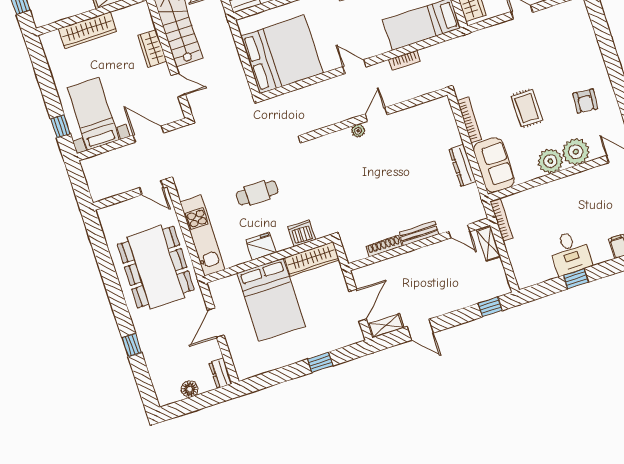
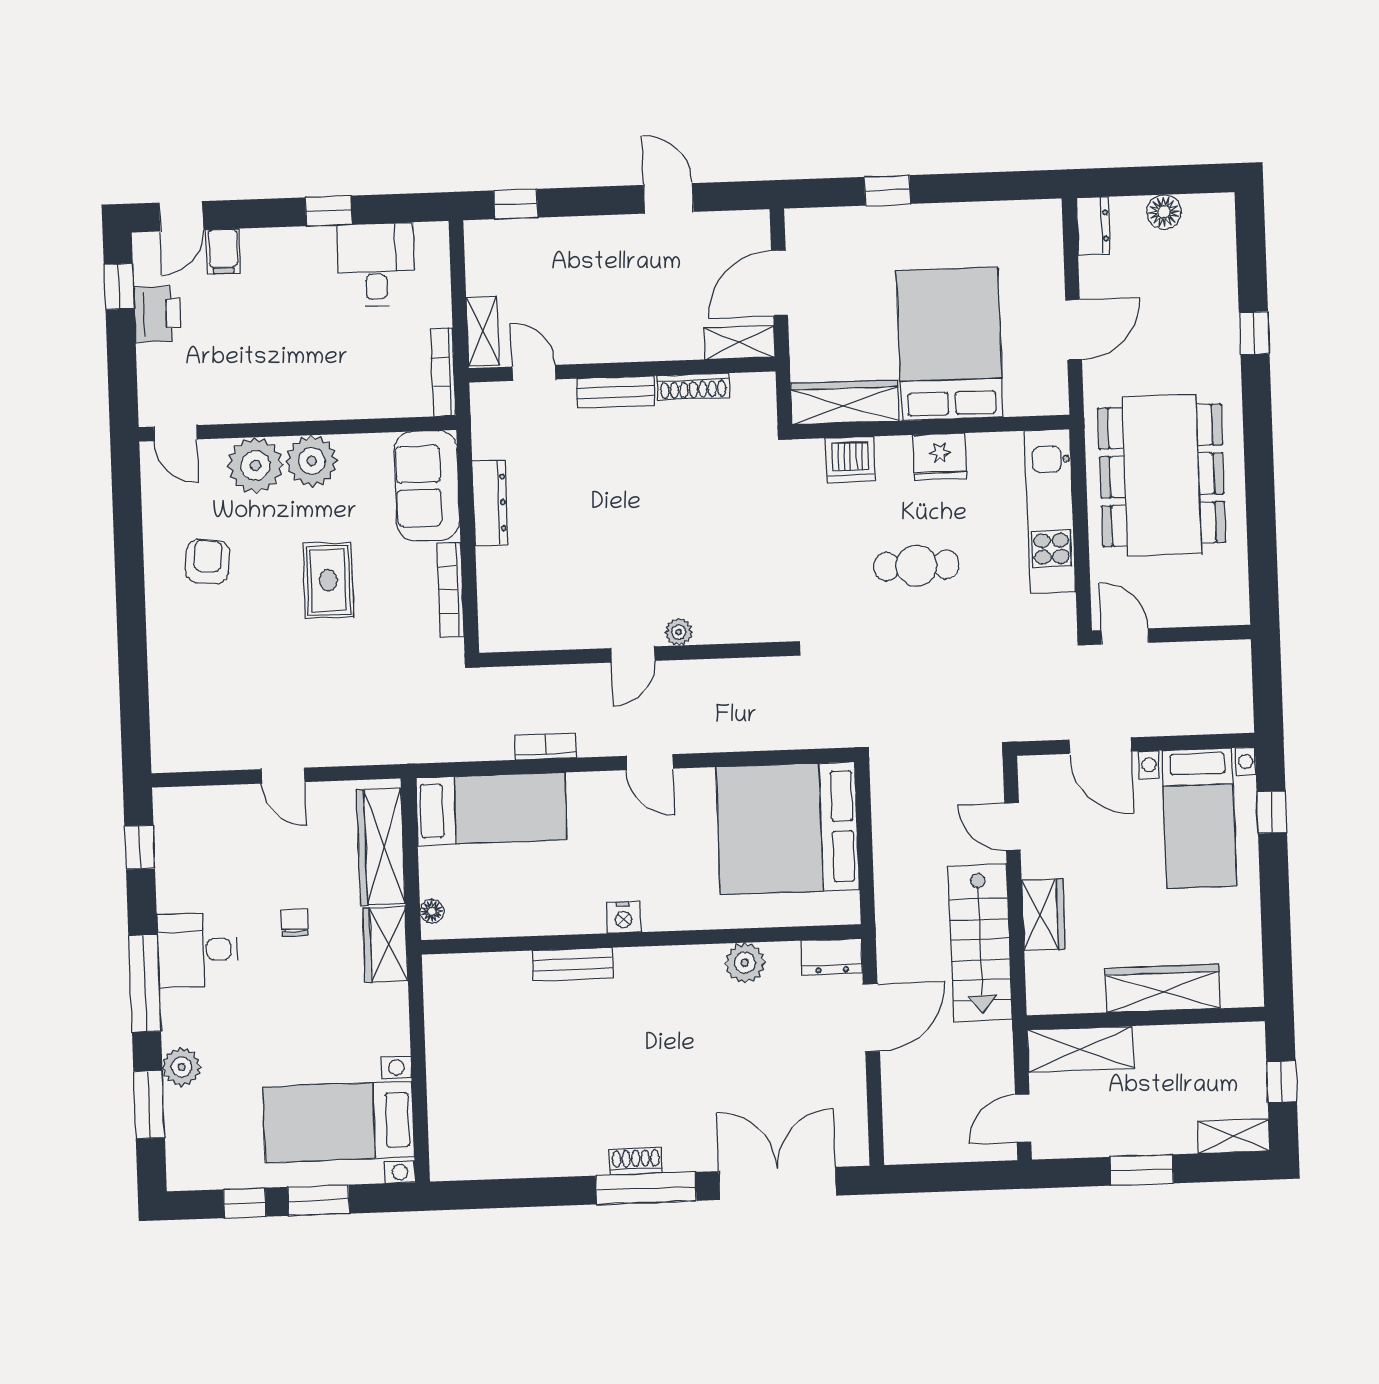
desk: (570, 253) -> (376, 265), moved
shelving: (386, 326) -> (739, 342), moved

